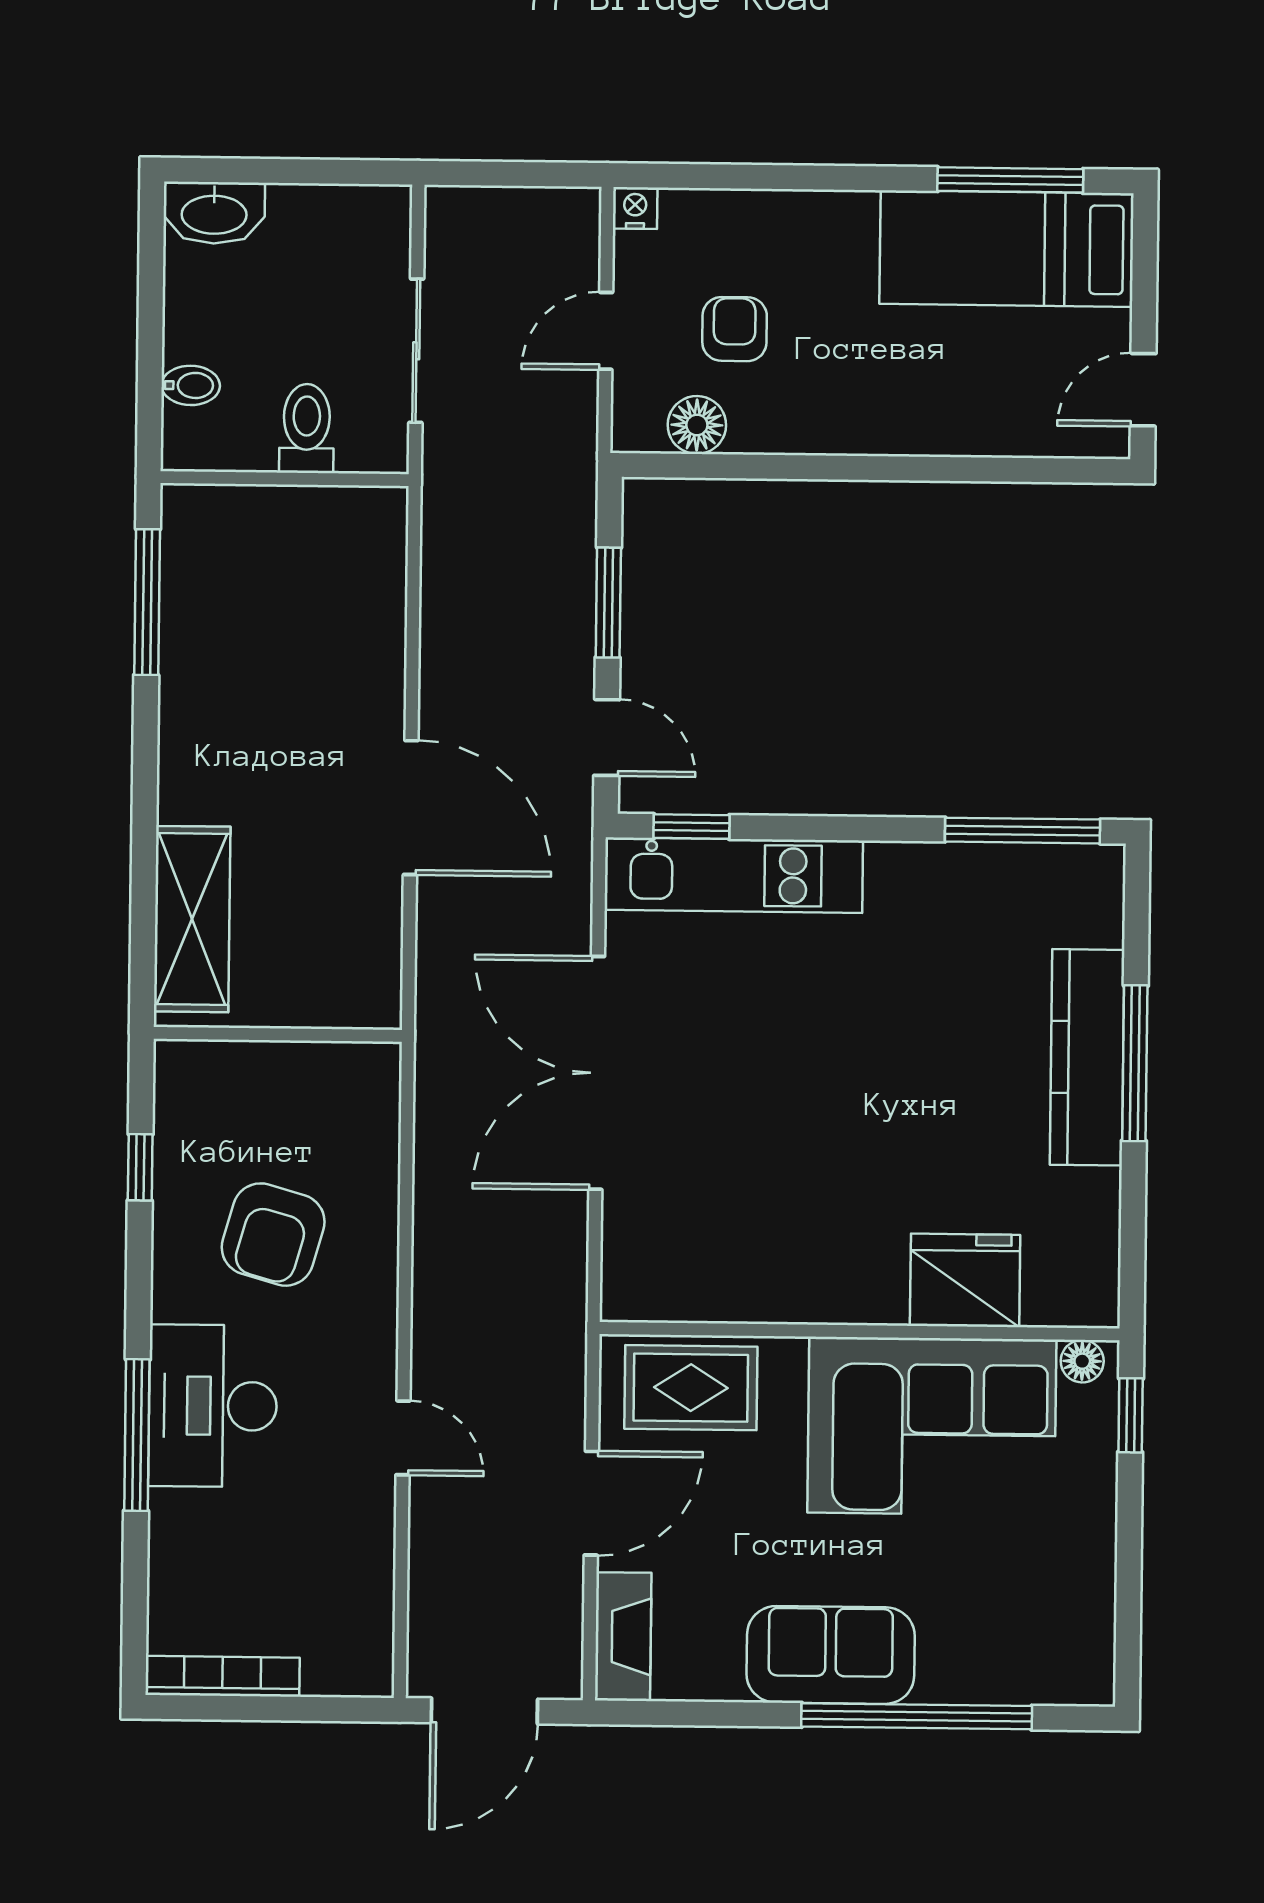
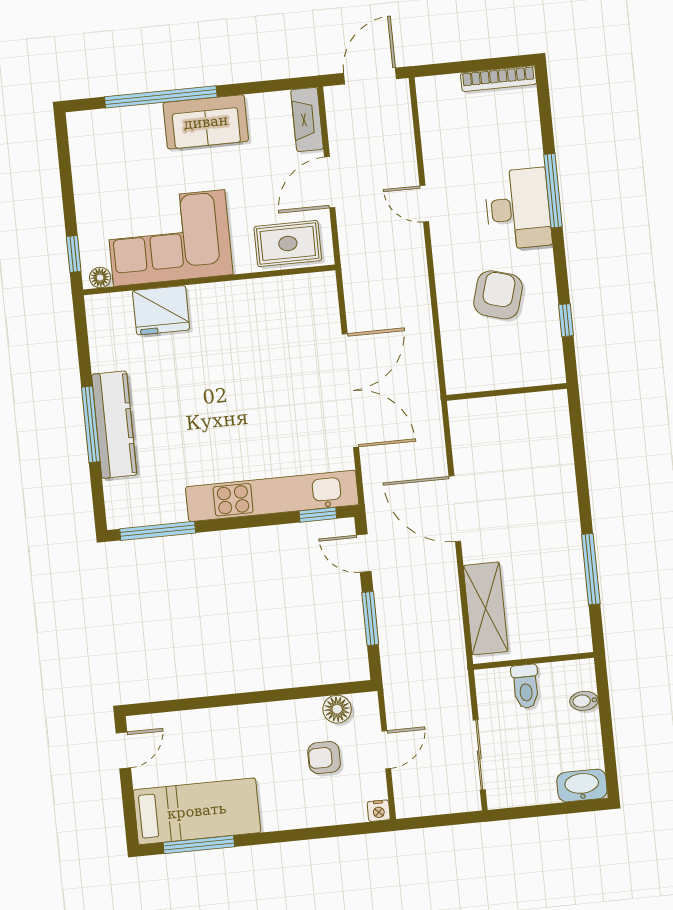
armchair: (735, 329) -> (324, 758), turned 90
sliding door: (416, 351) -> (479, 755), moved
window: (147, 602) -> (591, 569), moved
kitchen unit: (734, 875) -> (272, 496), width x1.36
shelving: (192, 919) -> (486, 608), moved

